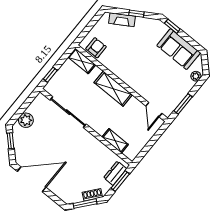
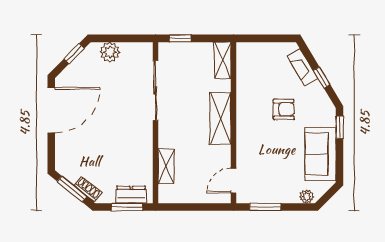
armchair: (96, 48) -> (284, 109), moved
door: (32, 179) -> (51, 110), hinge flipped

